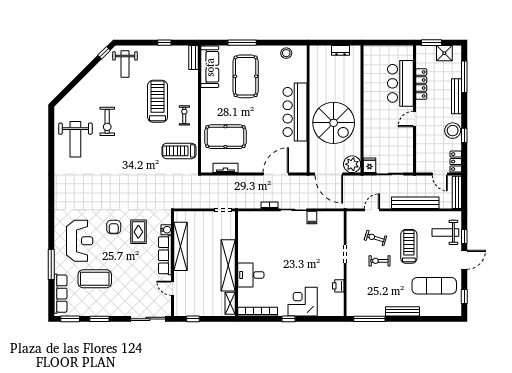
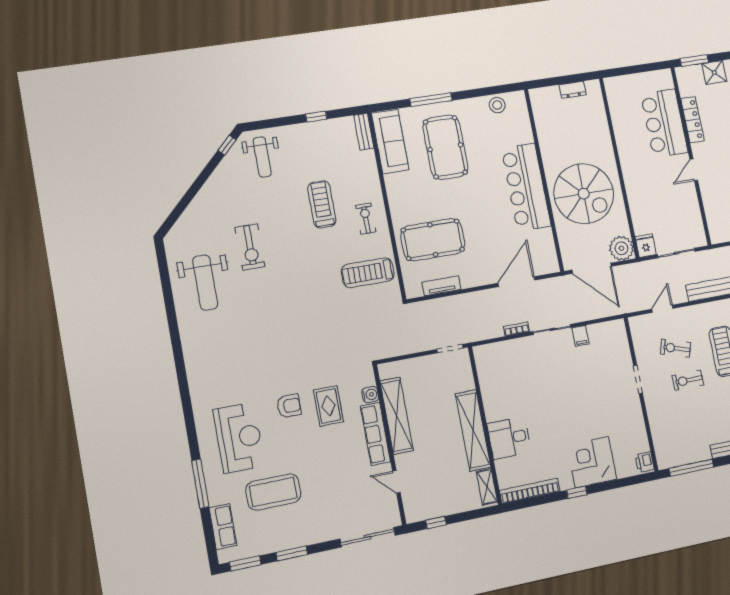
treadmill: (158, 101) -> (322, 204), width x0.73, depth x0.73
armchair: (114, 227) -> (289, 406), turned -90
printer: (338, 286) -> (645, 462), moved
row of seats: (60, 294) -> (223, 527), width x0.68

